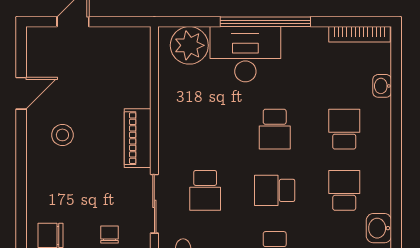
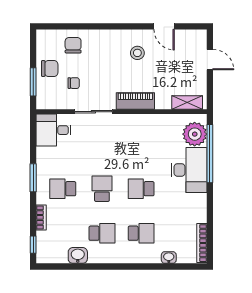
window: (265, 22) -> (210, 154), moved
shelving: (140, 57) -> (187, 103), added
school desk: (205, 190) -> (102, 144), removed

